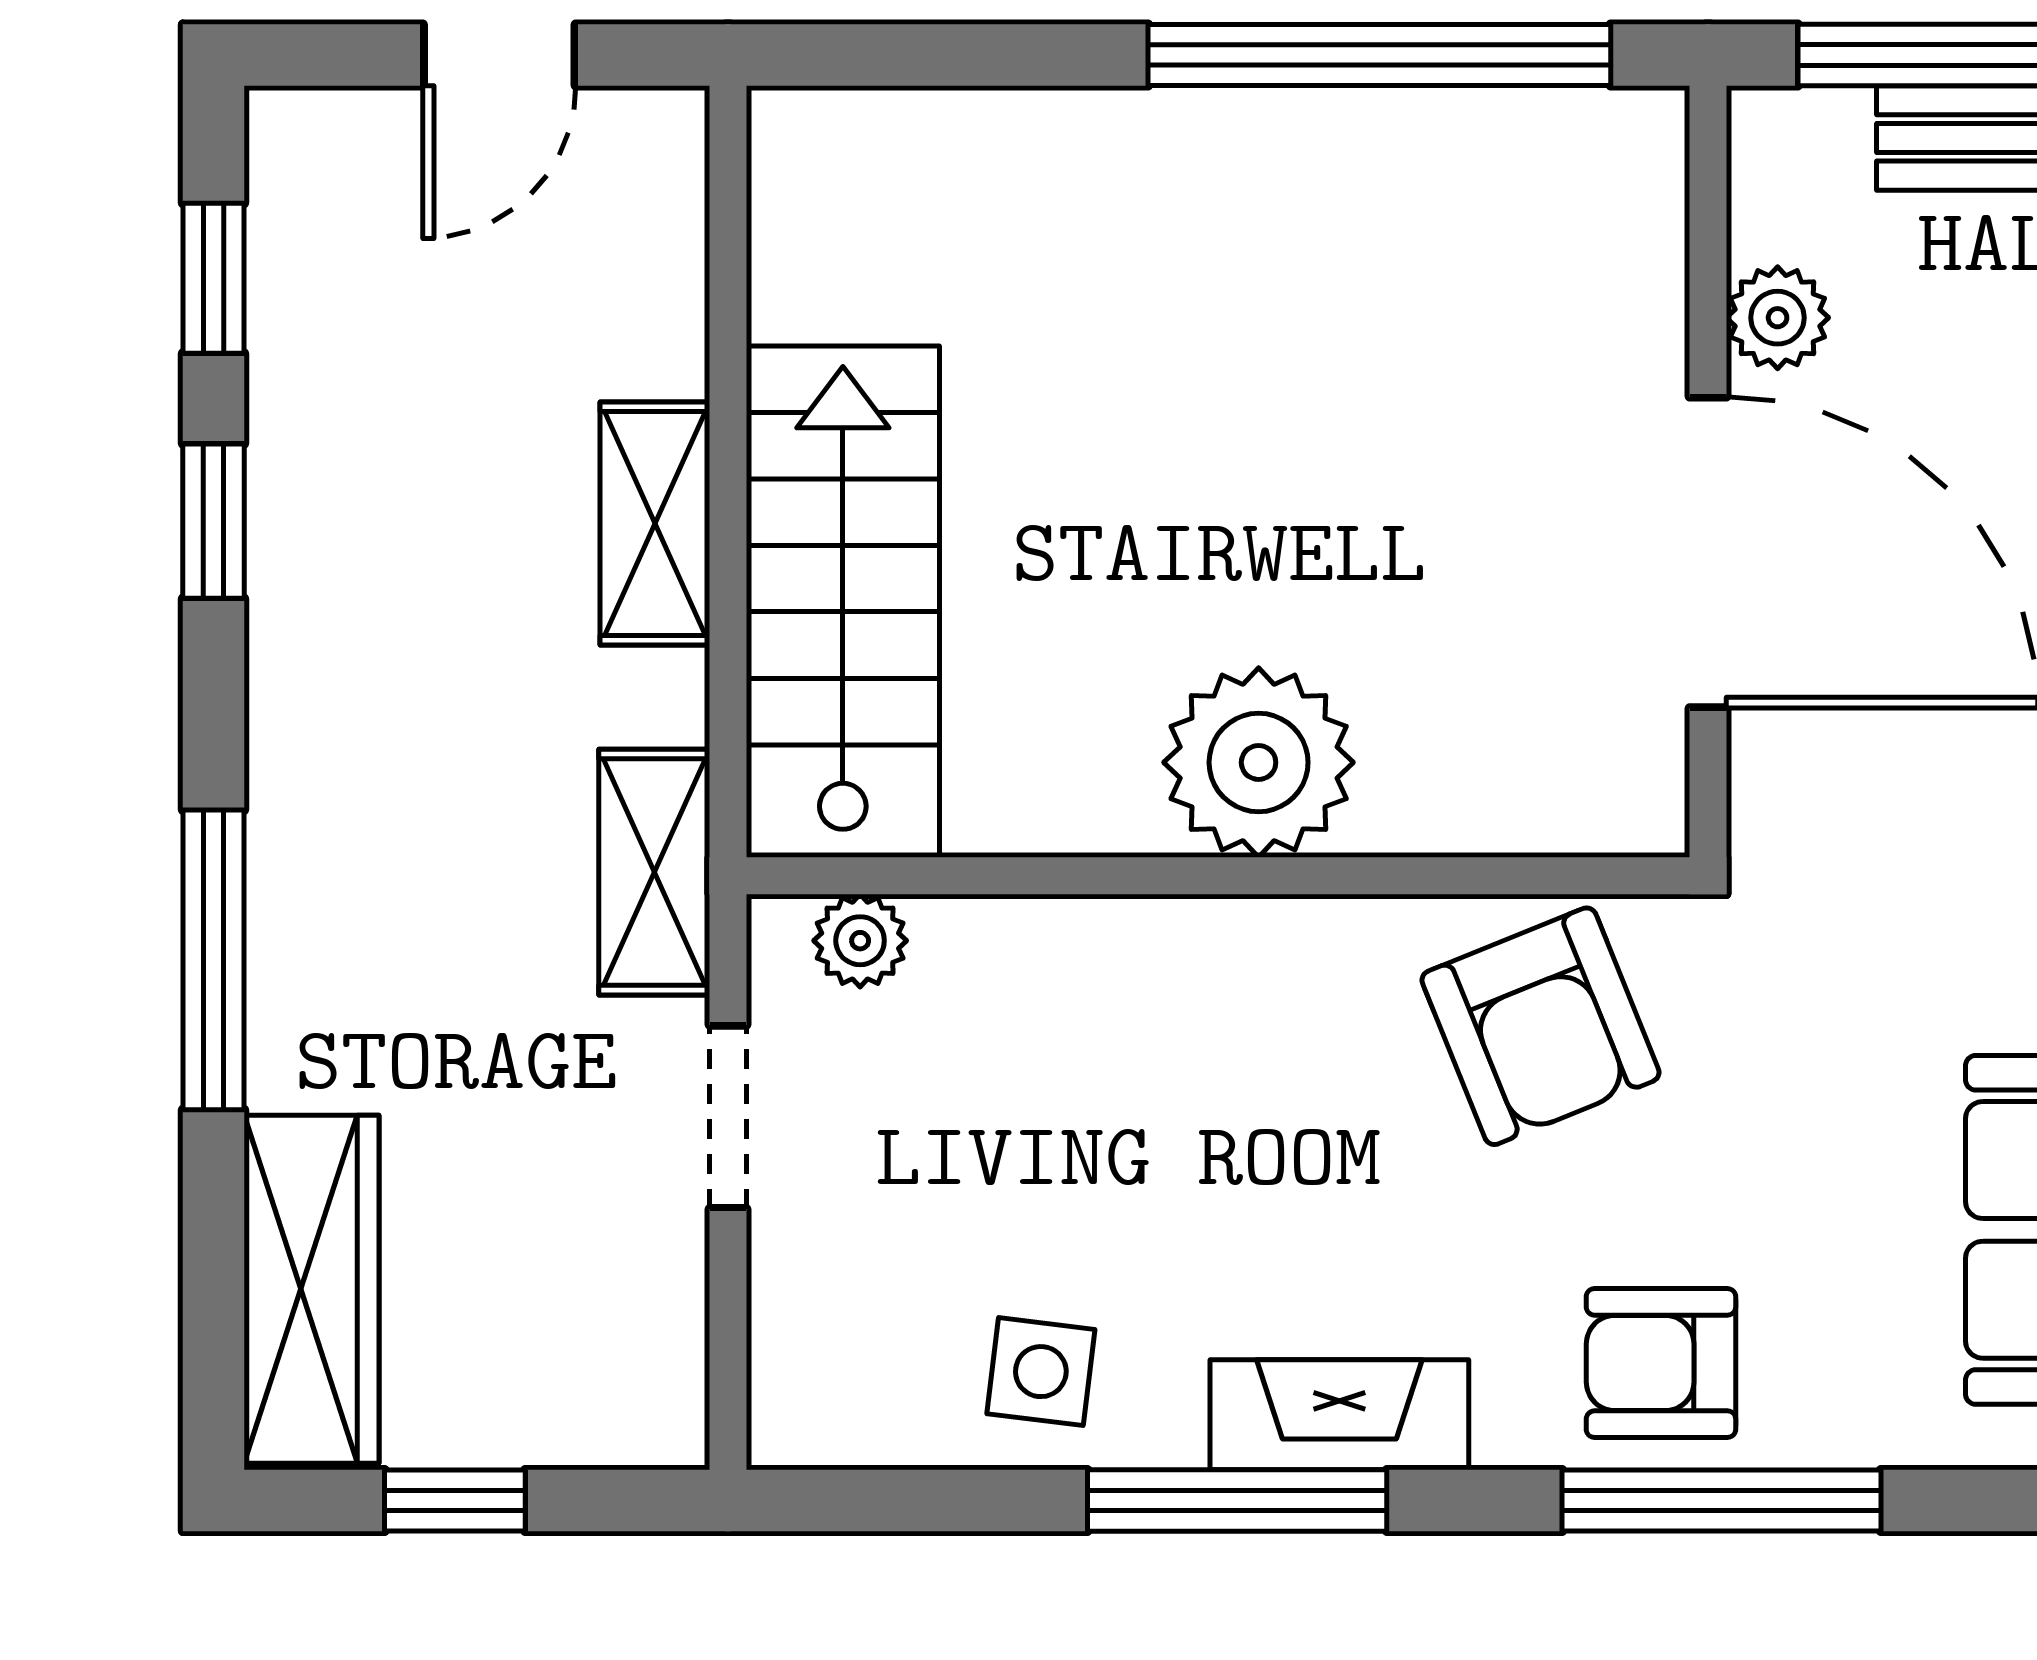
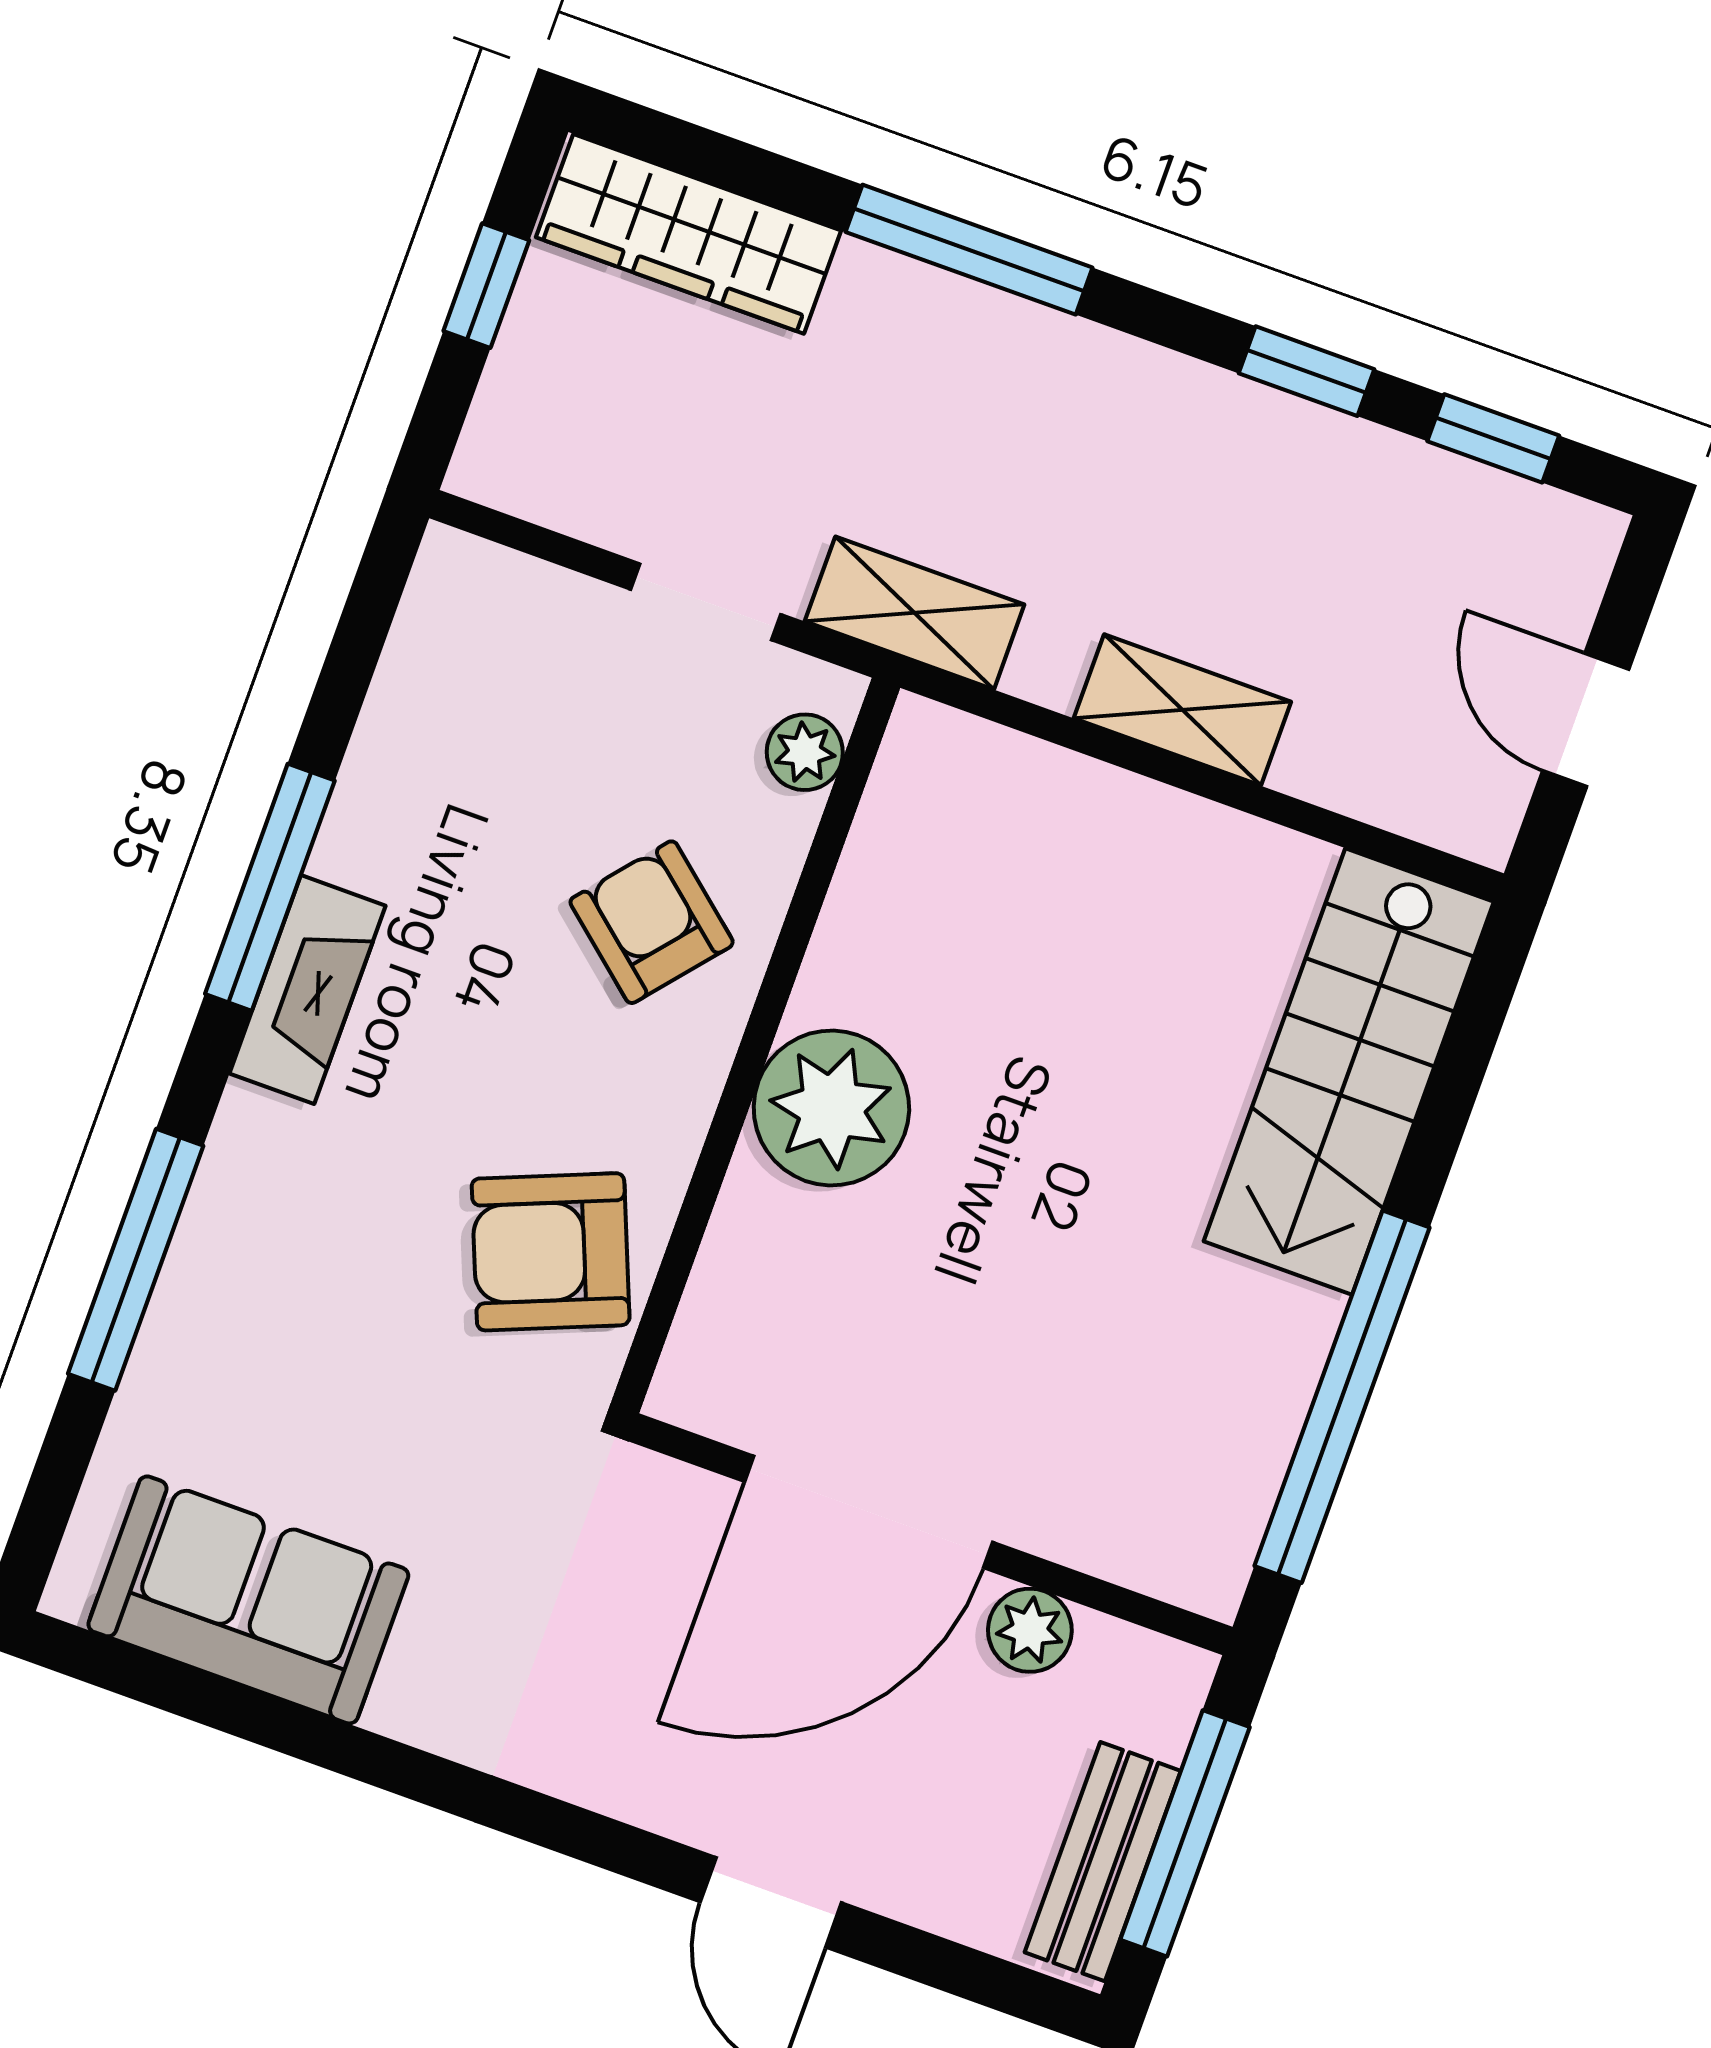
stairs: (843, 602) -> (1349, 1071), moved, turned 90
armchair: (1661, 1363) -> (652, 922), moved, turned -50
side table: (1041, 1372) -> (423, 772), removed

